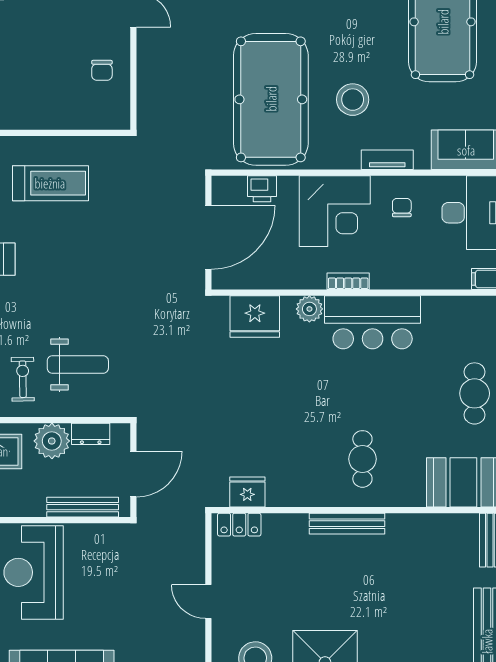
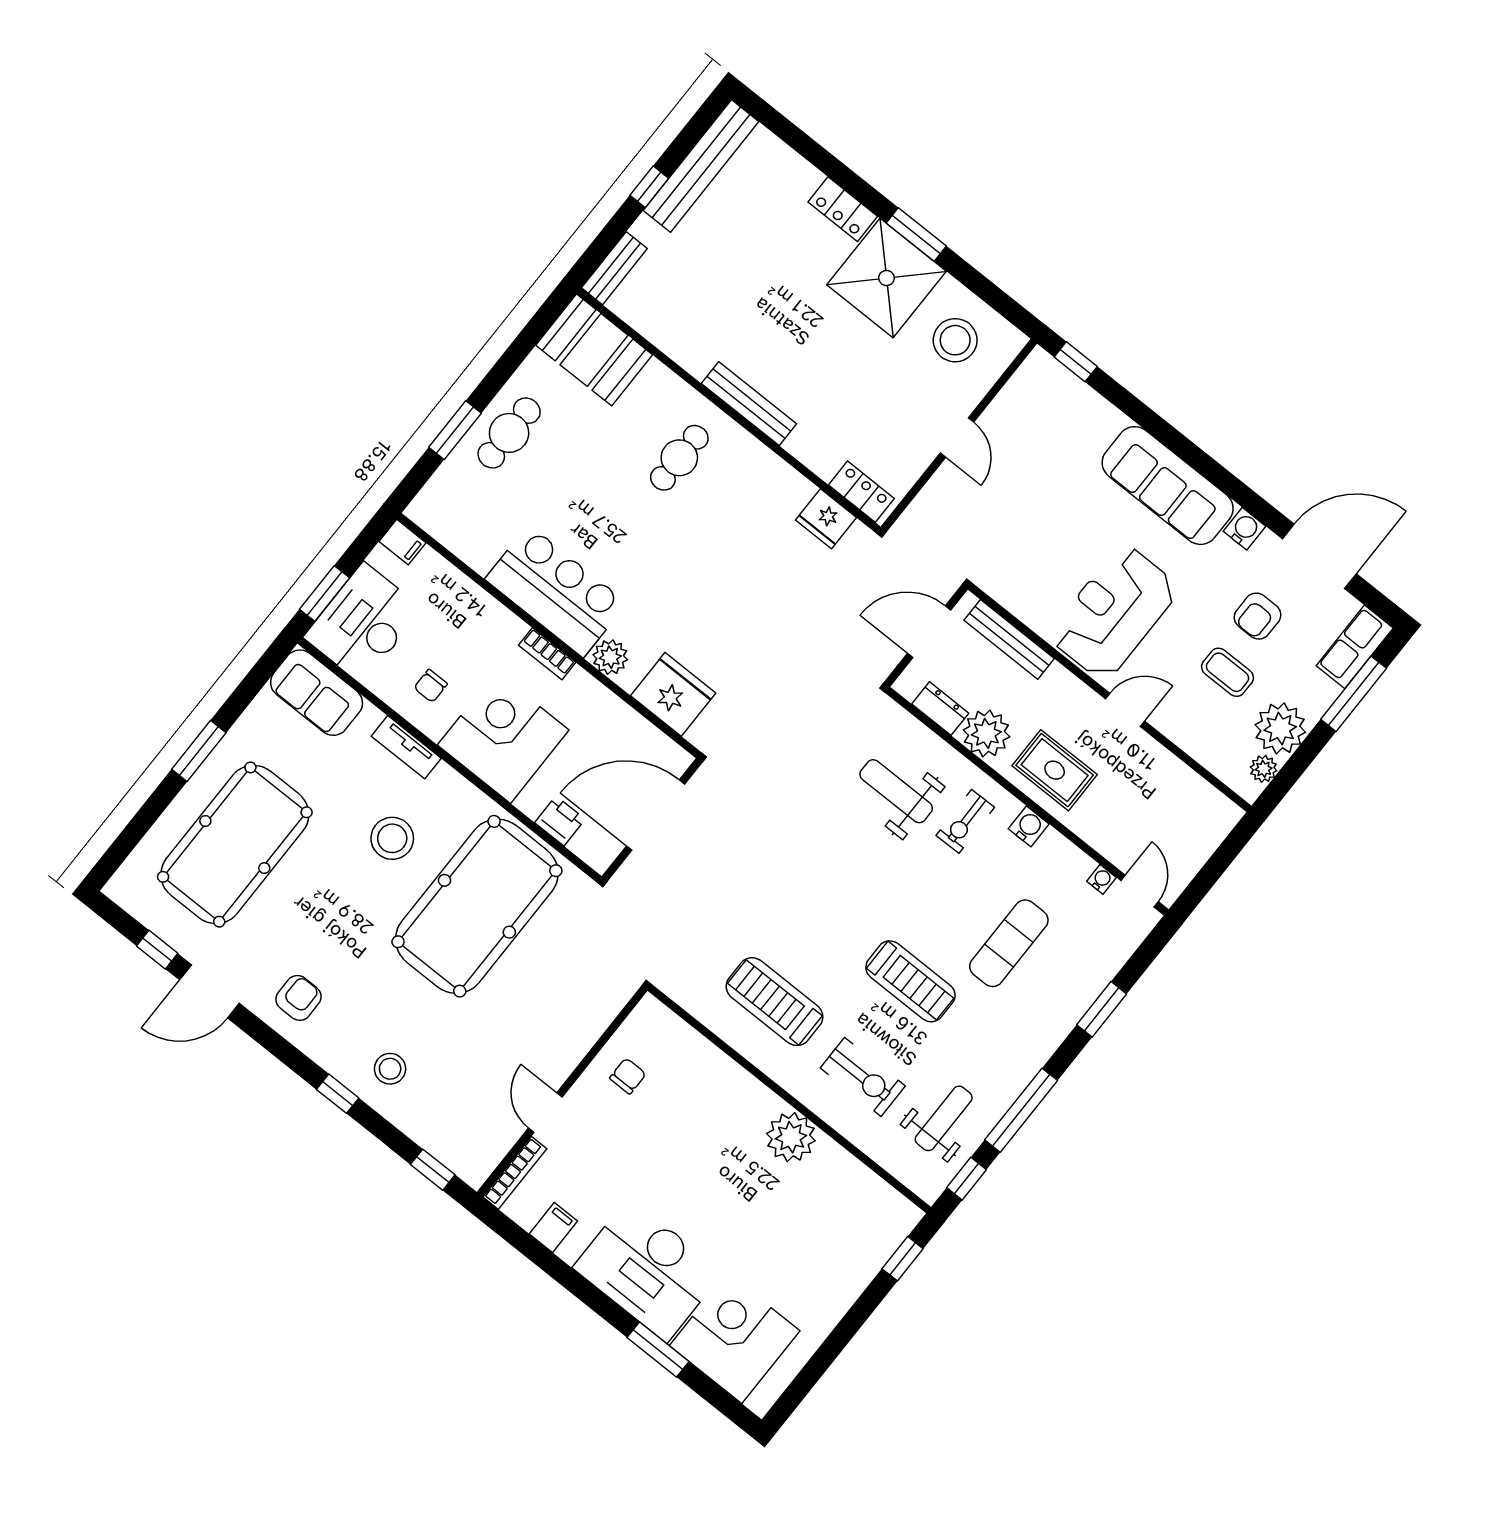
reception desk: (34, 572) -> (1114, 612), turned 180

